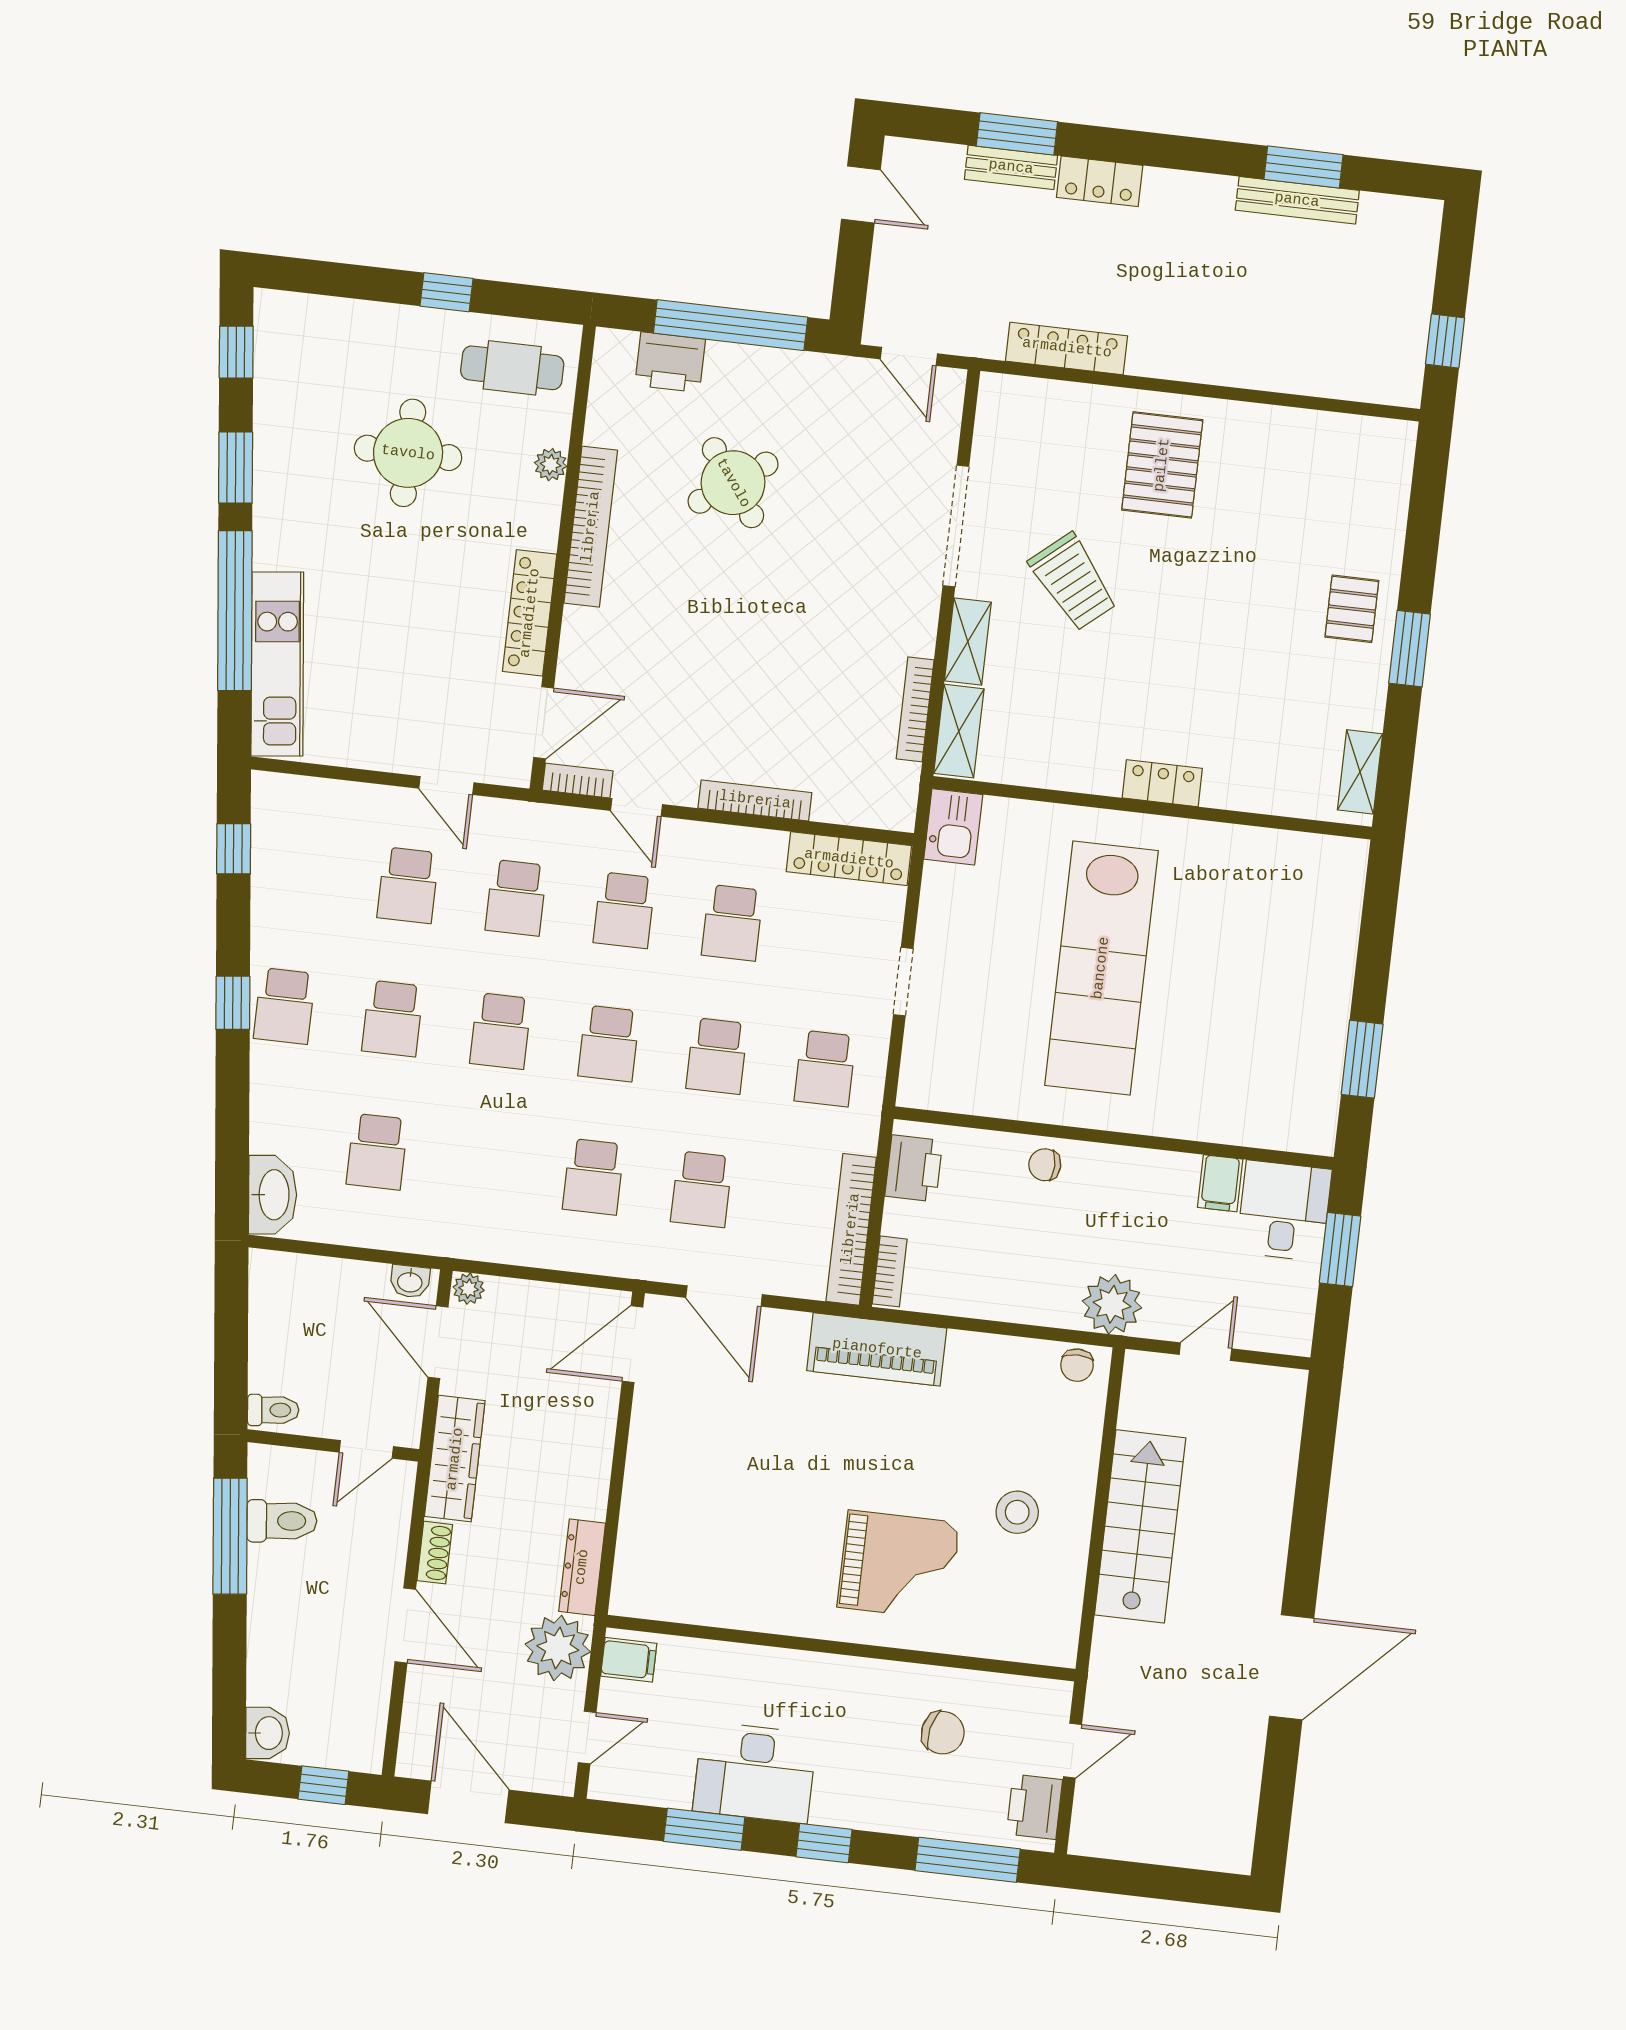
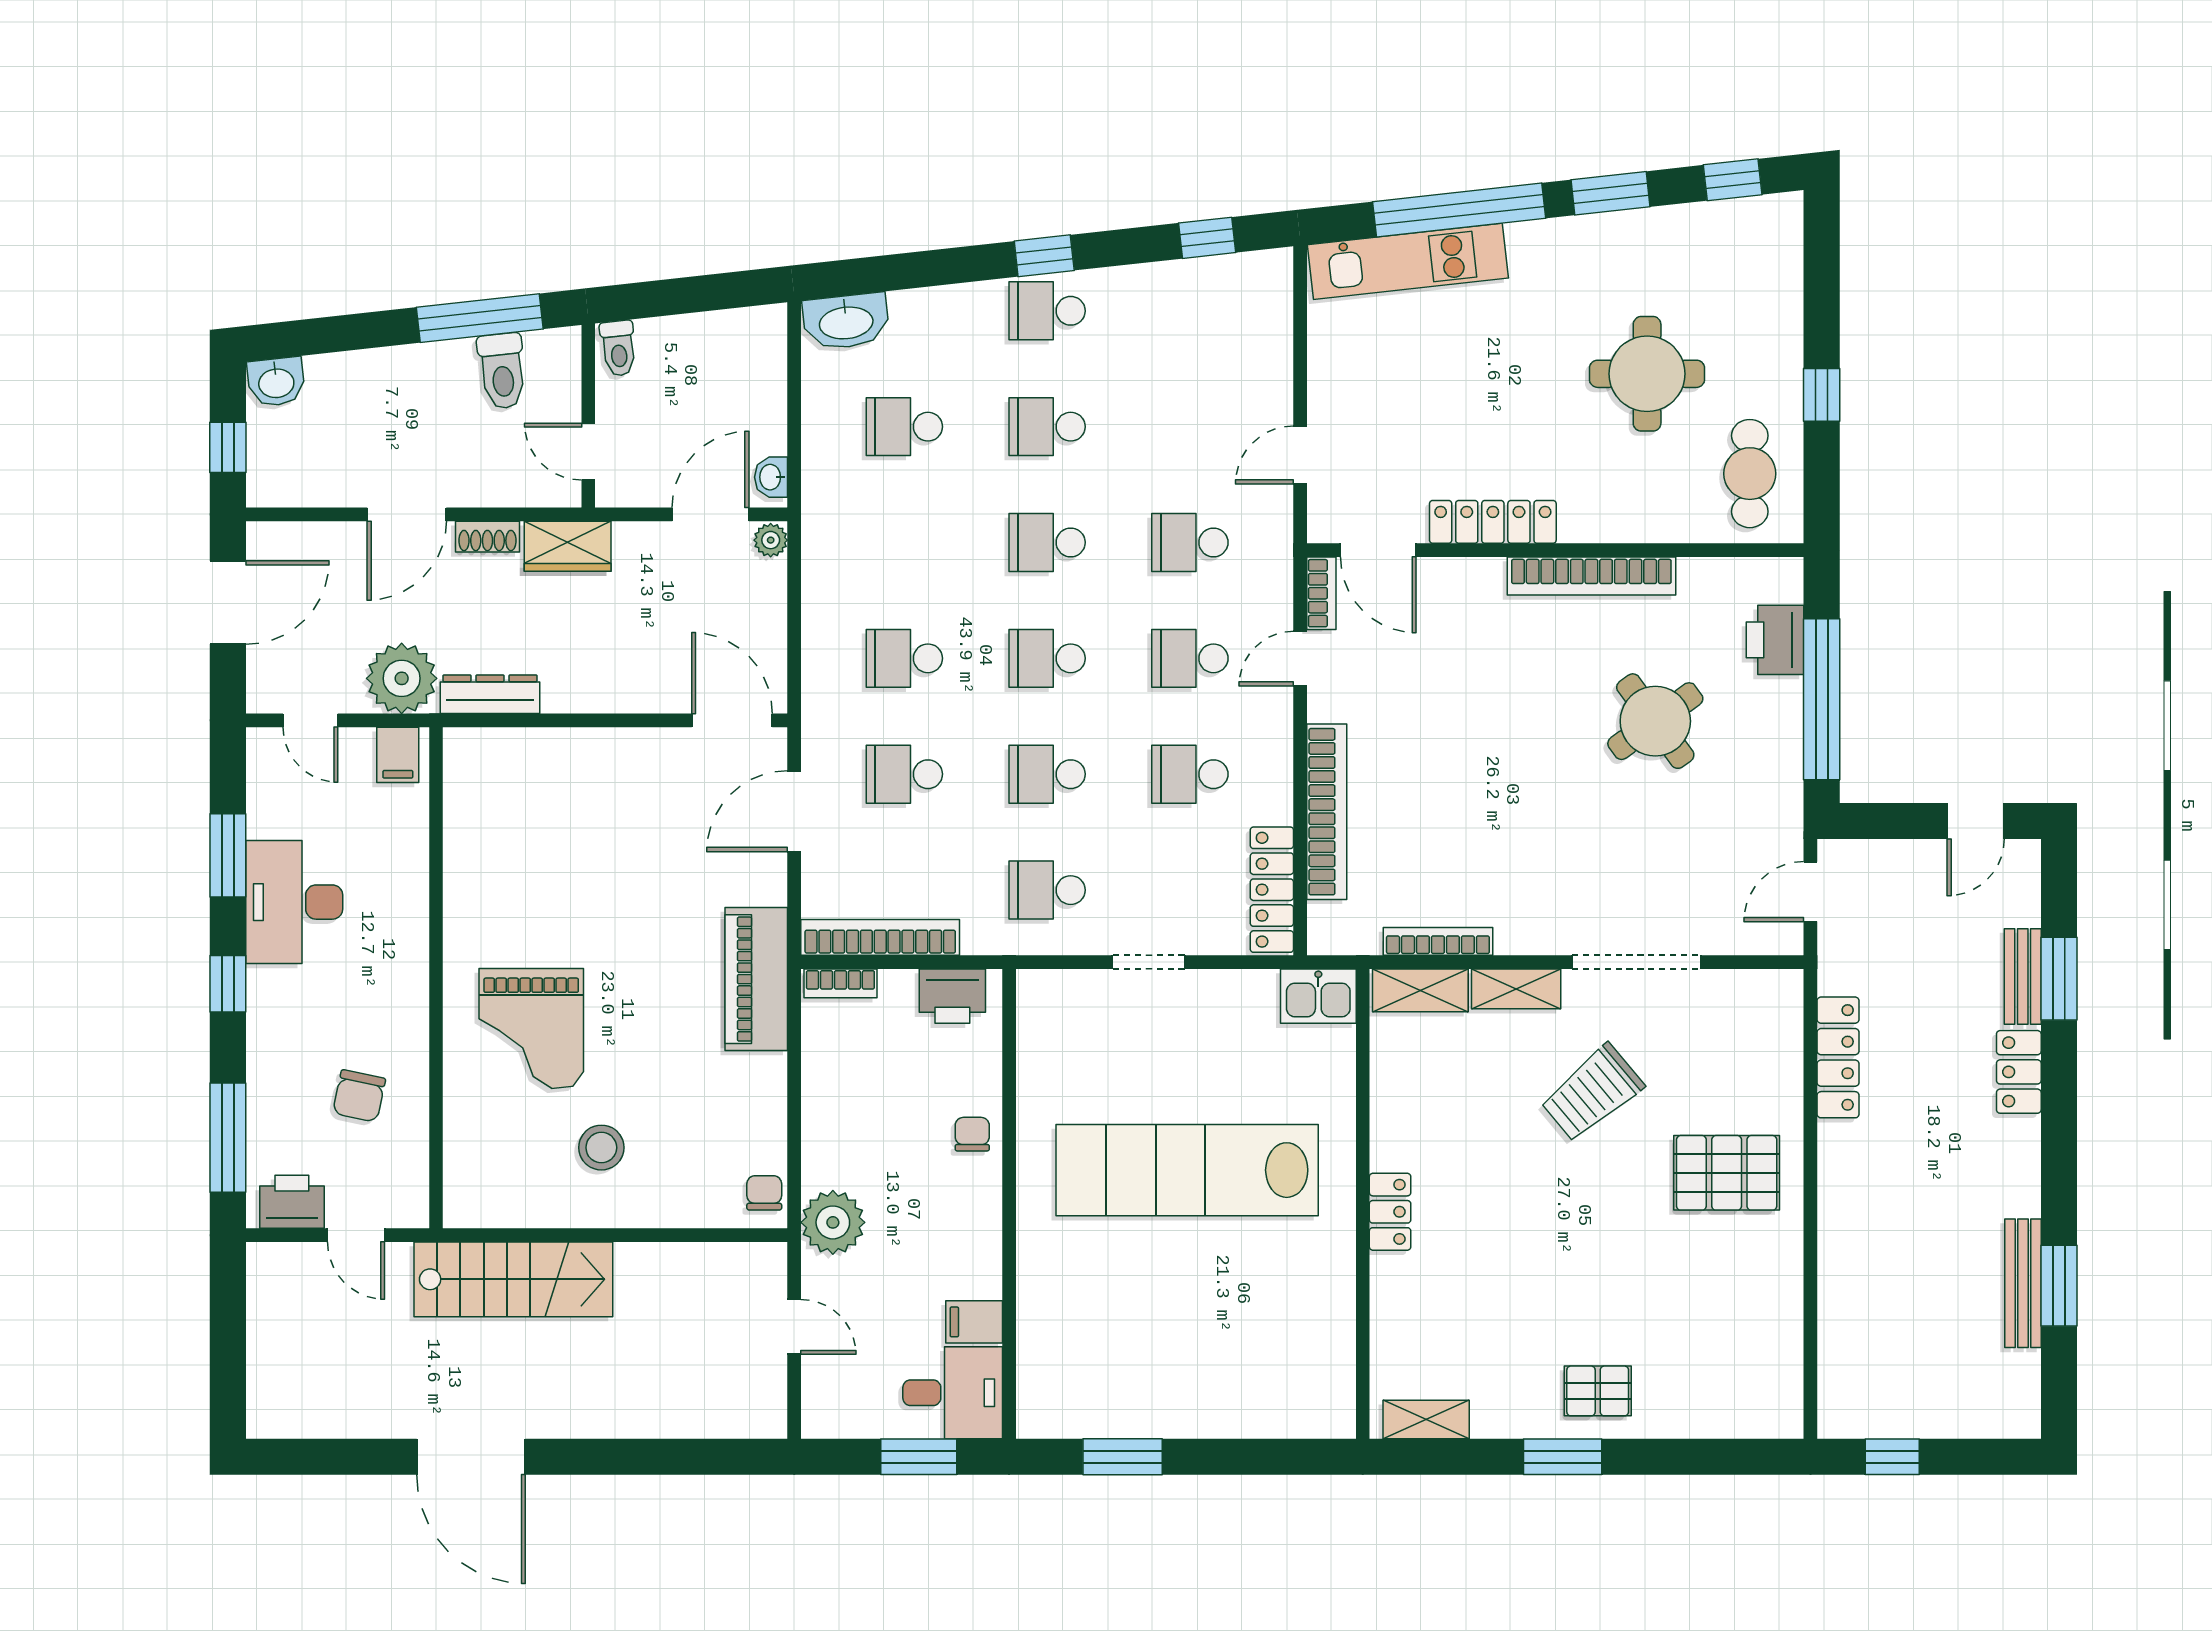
plant: (551, 465) -> (1652, 526), removed
bookcase: (755, 800) -> (1327, 812), width x1.48, depth x1.31
school desk: (408, 885) -> (1190, 427), removed
chair: (1077, 1365) -> (764, 1193), turned 90
wardrobe: (455, 1459) -> (568, 546), width x0.67
stairs: (1140, 1526) -> (513, 1279), moved

